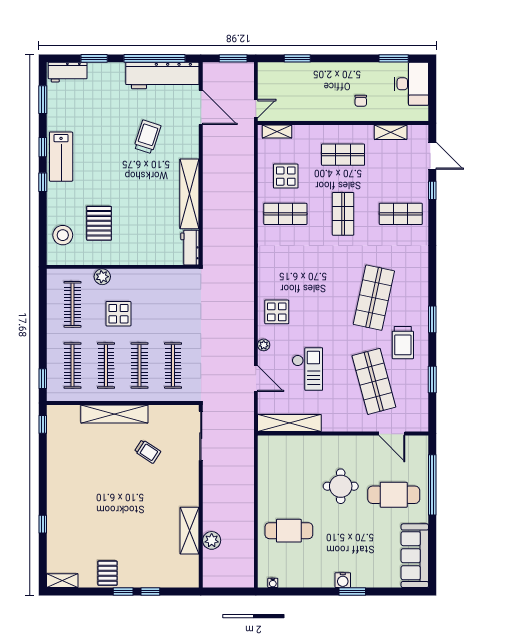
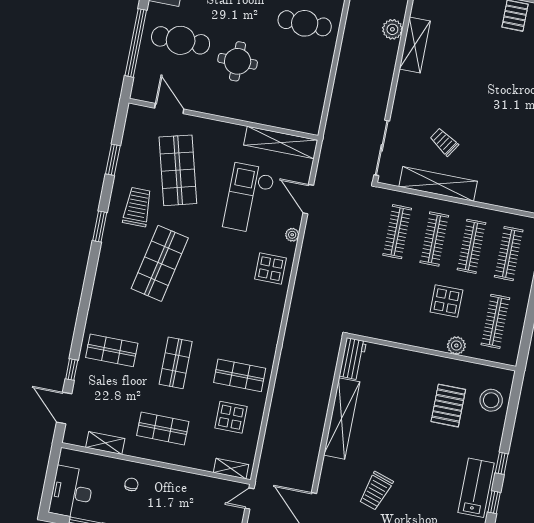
checkout: (307, 369) -> (249, 199), width x1.36, depth x1.21
shelving: (114, 414) -> (438, 184), moved

